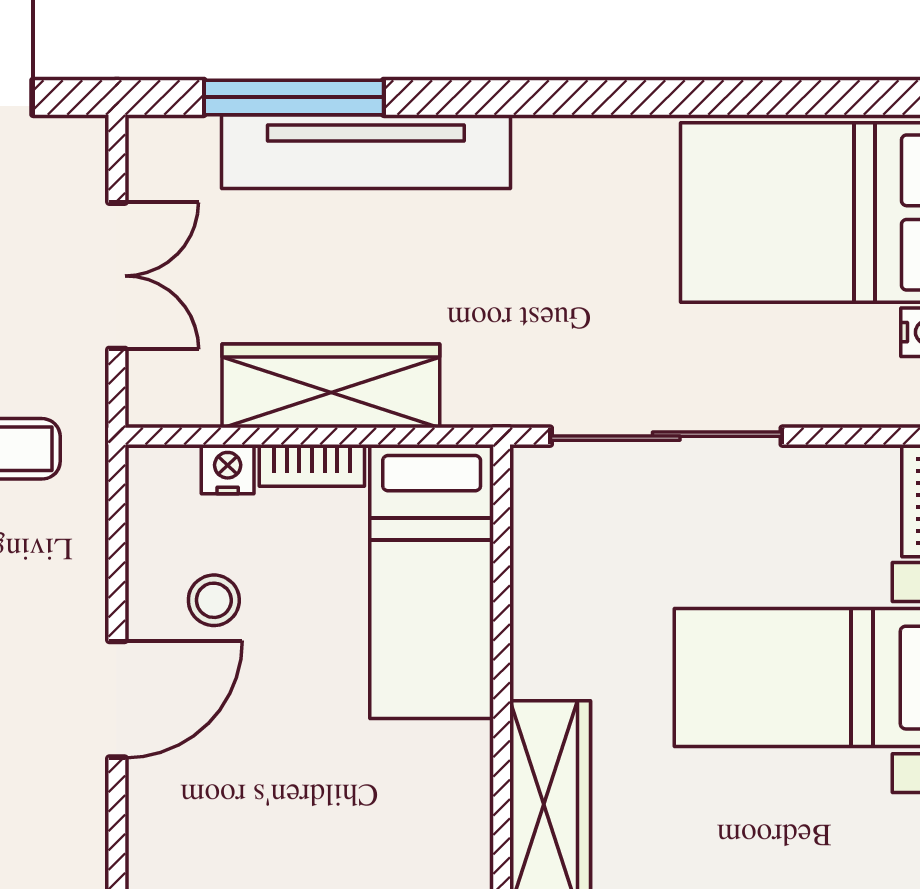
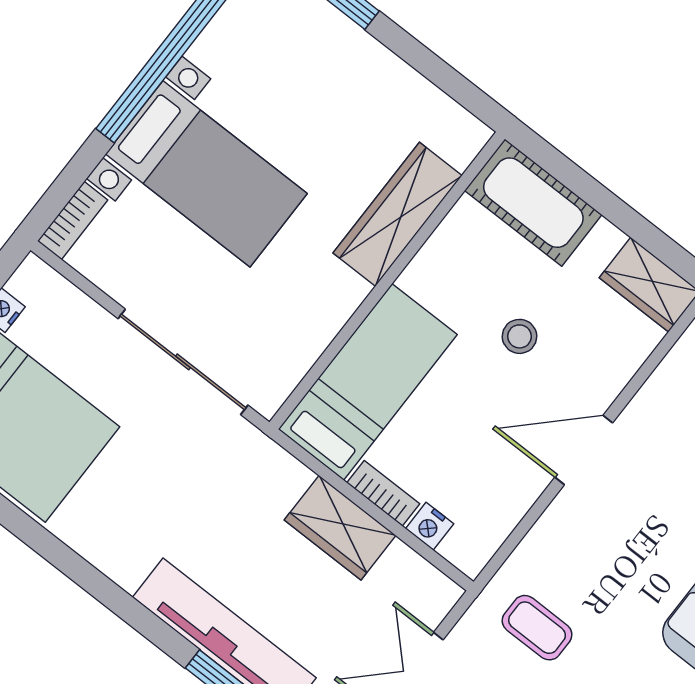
wardrobe: (331, 386) -> (340, 528), width x0.67
stool: (214, 600) -> (520, 336), moved

